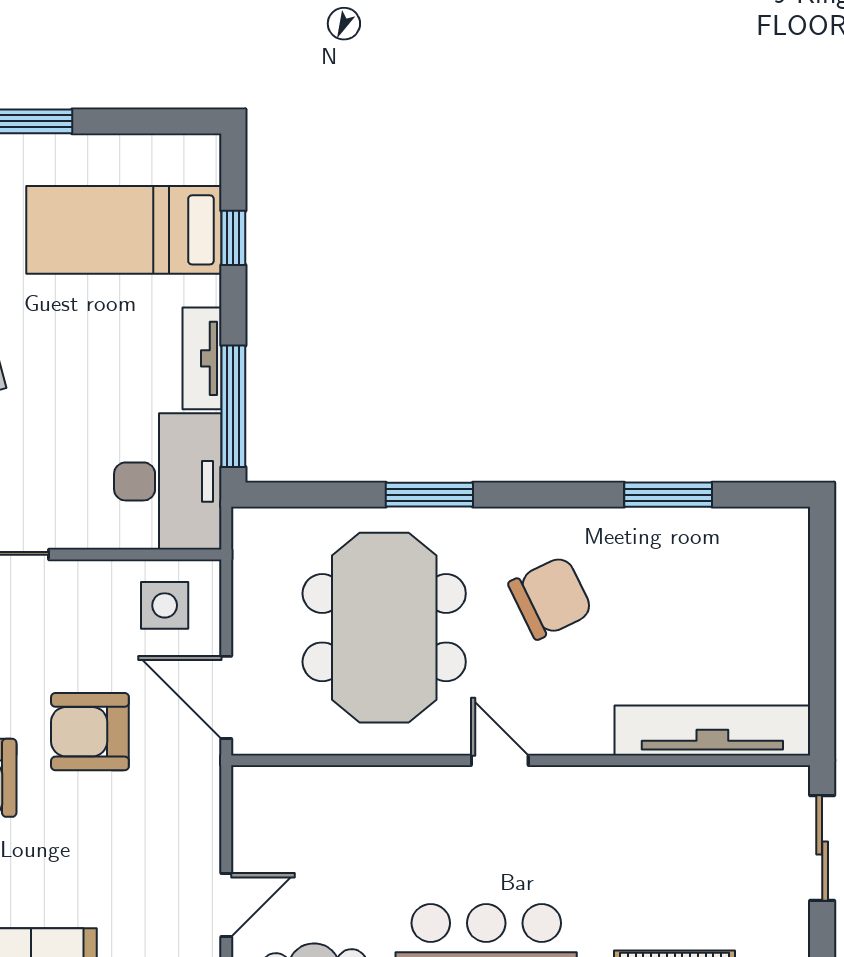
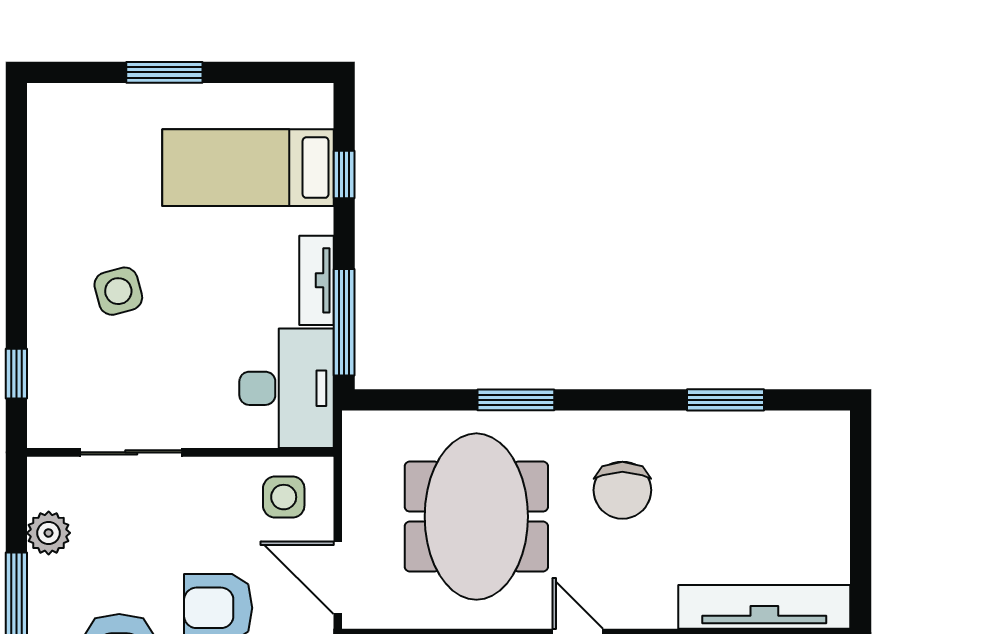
chair: (551, 598) -> (622, 490), turned 116

